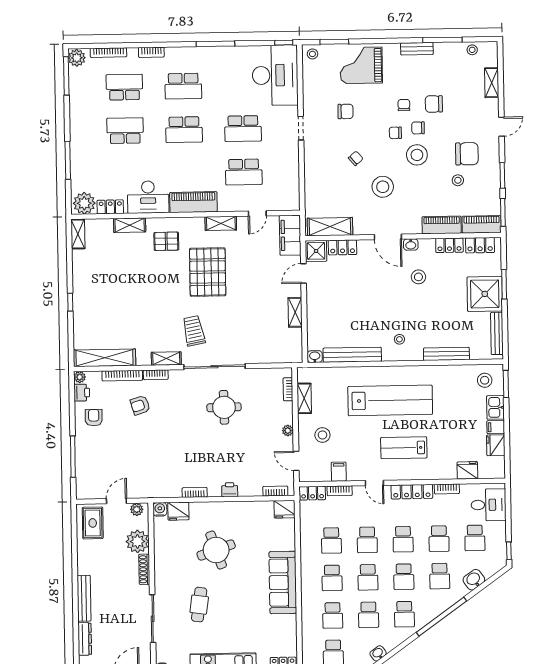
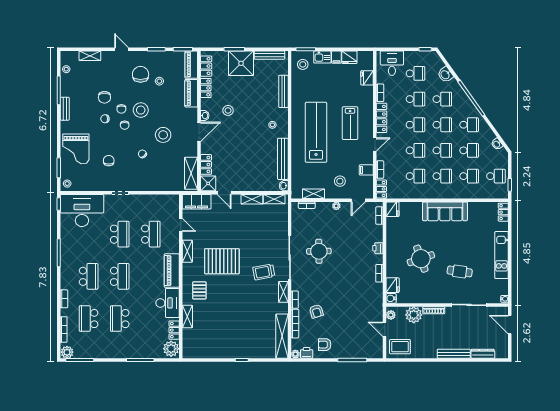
shelving: (78, 234) -> (274, 199), moved

